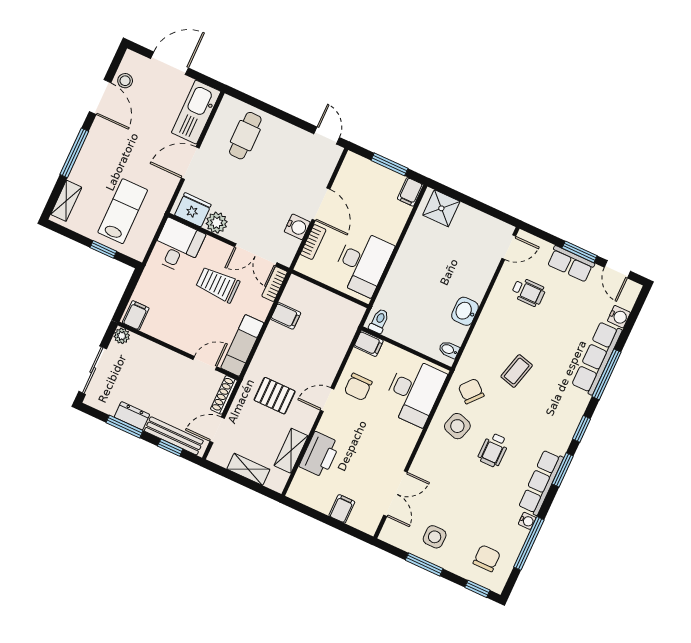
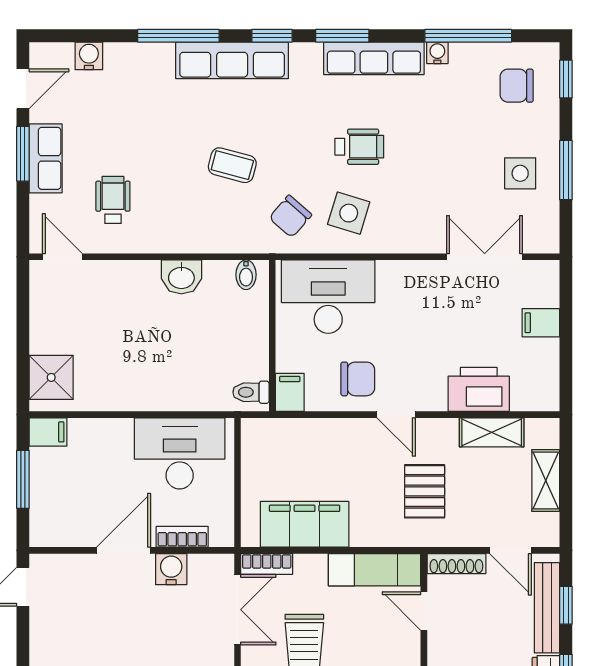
filing cabinet: (286, 316) -> (305, 524), width x3.00, depth x1.17
row of seats: (597, 358) -> (232, 60), moved

